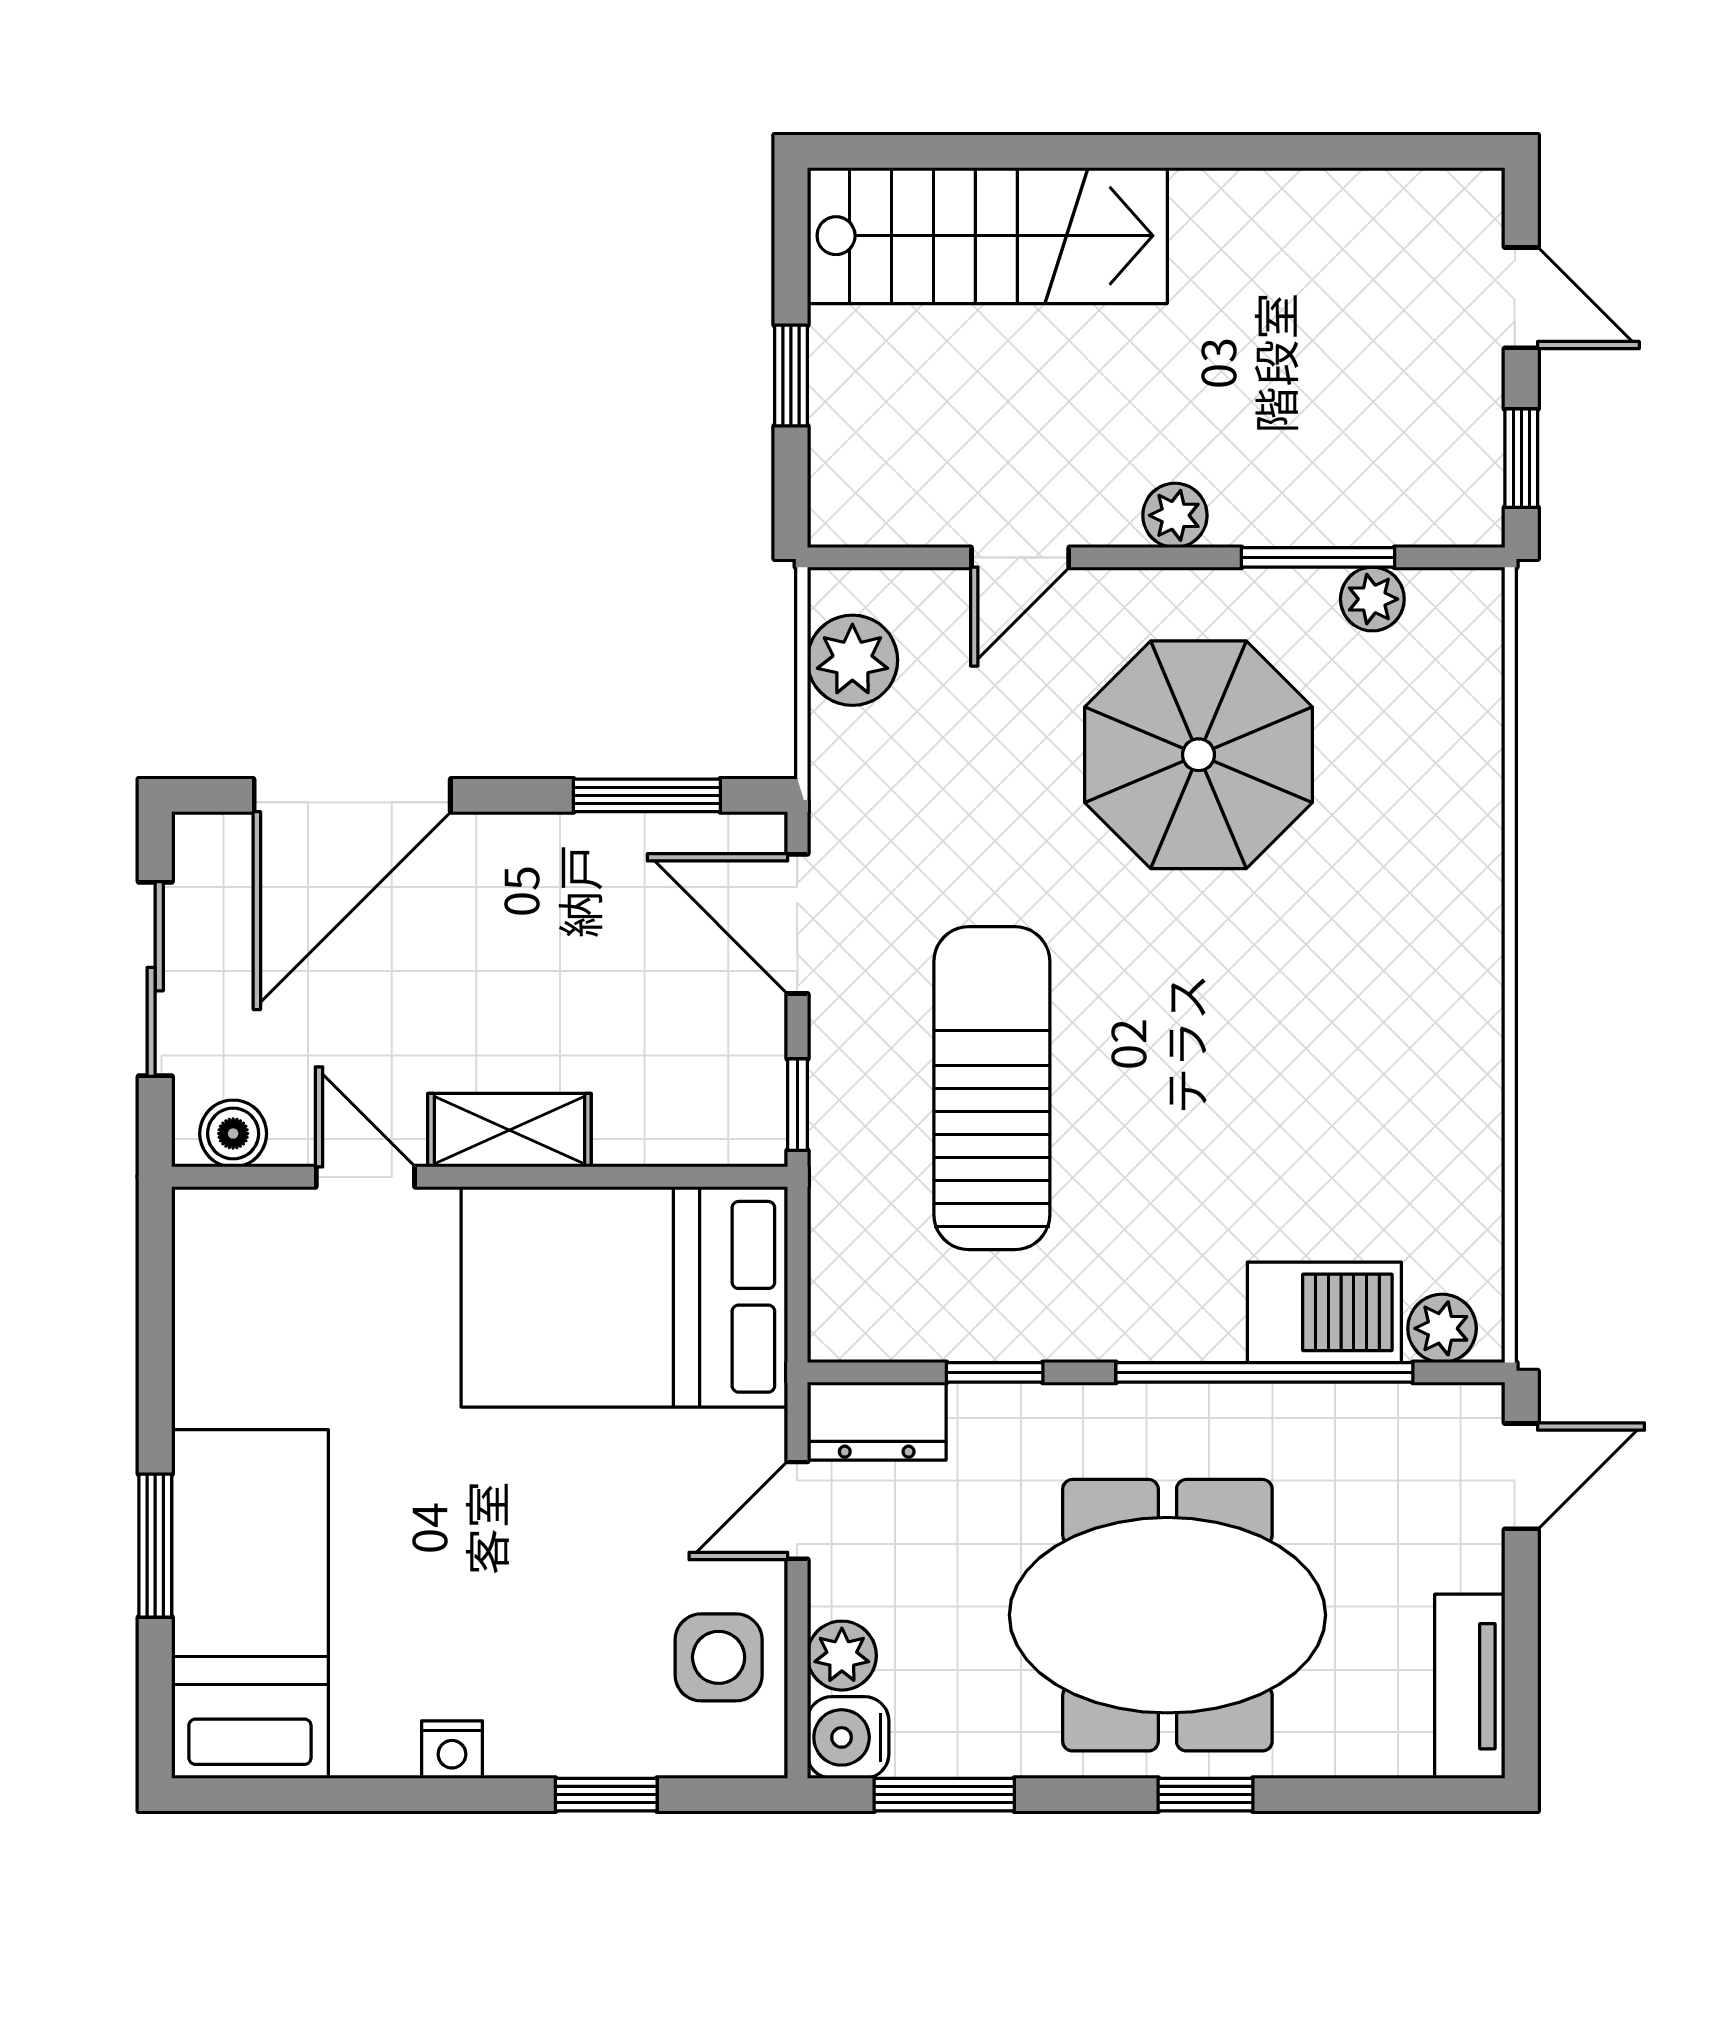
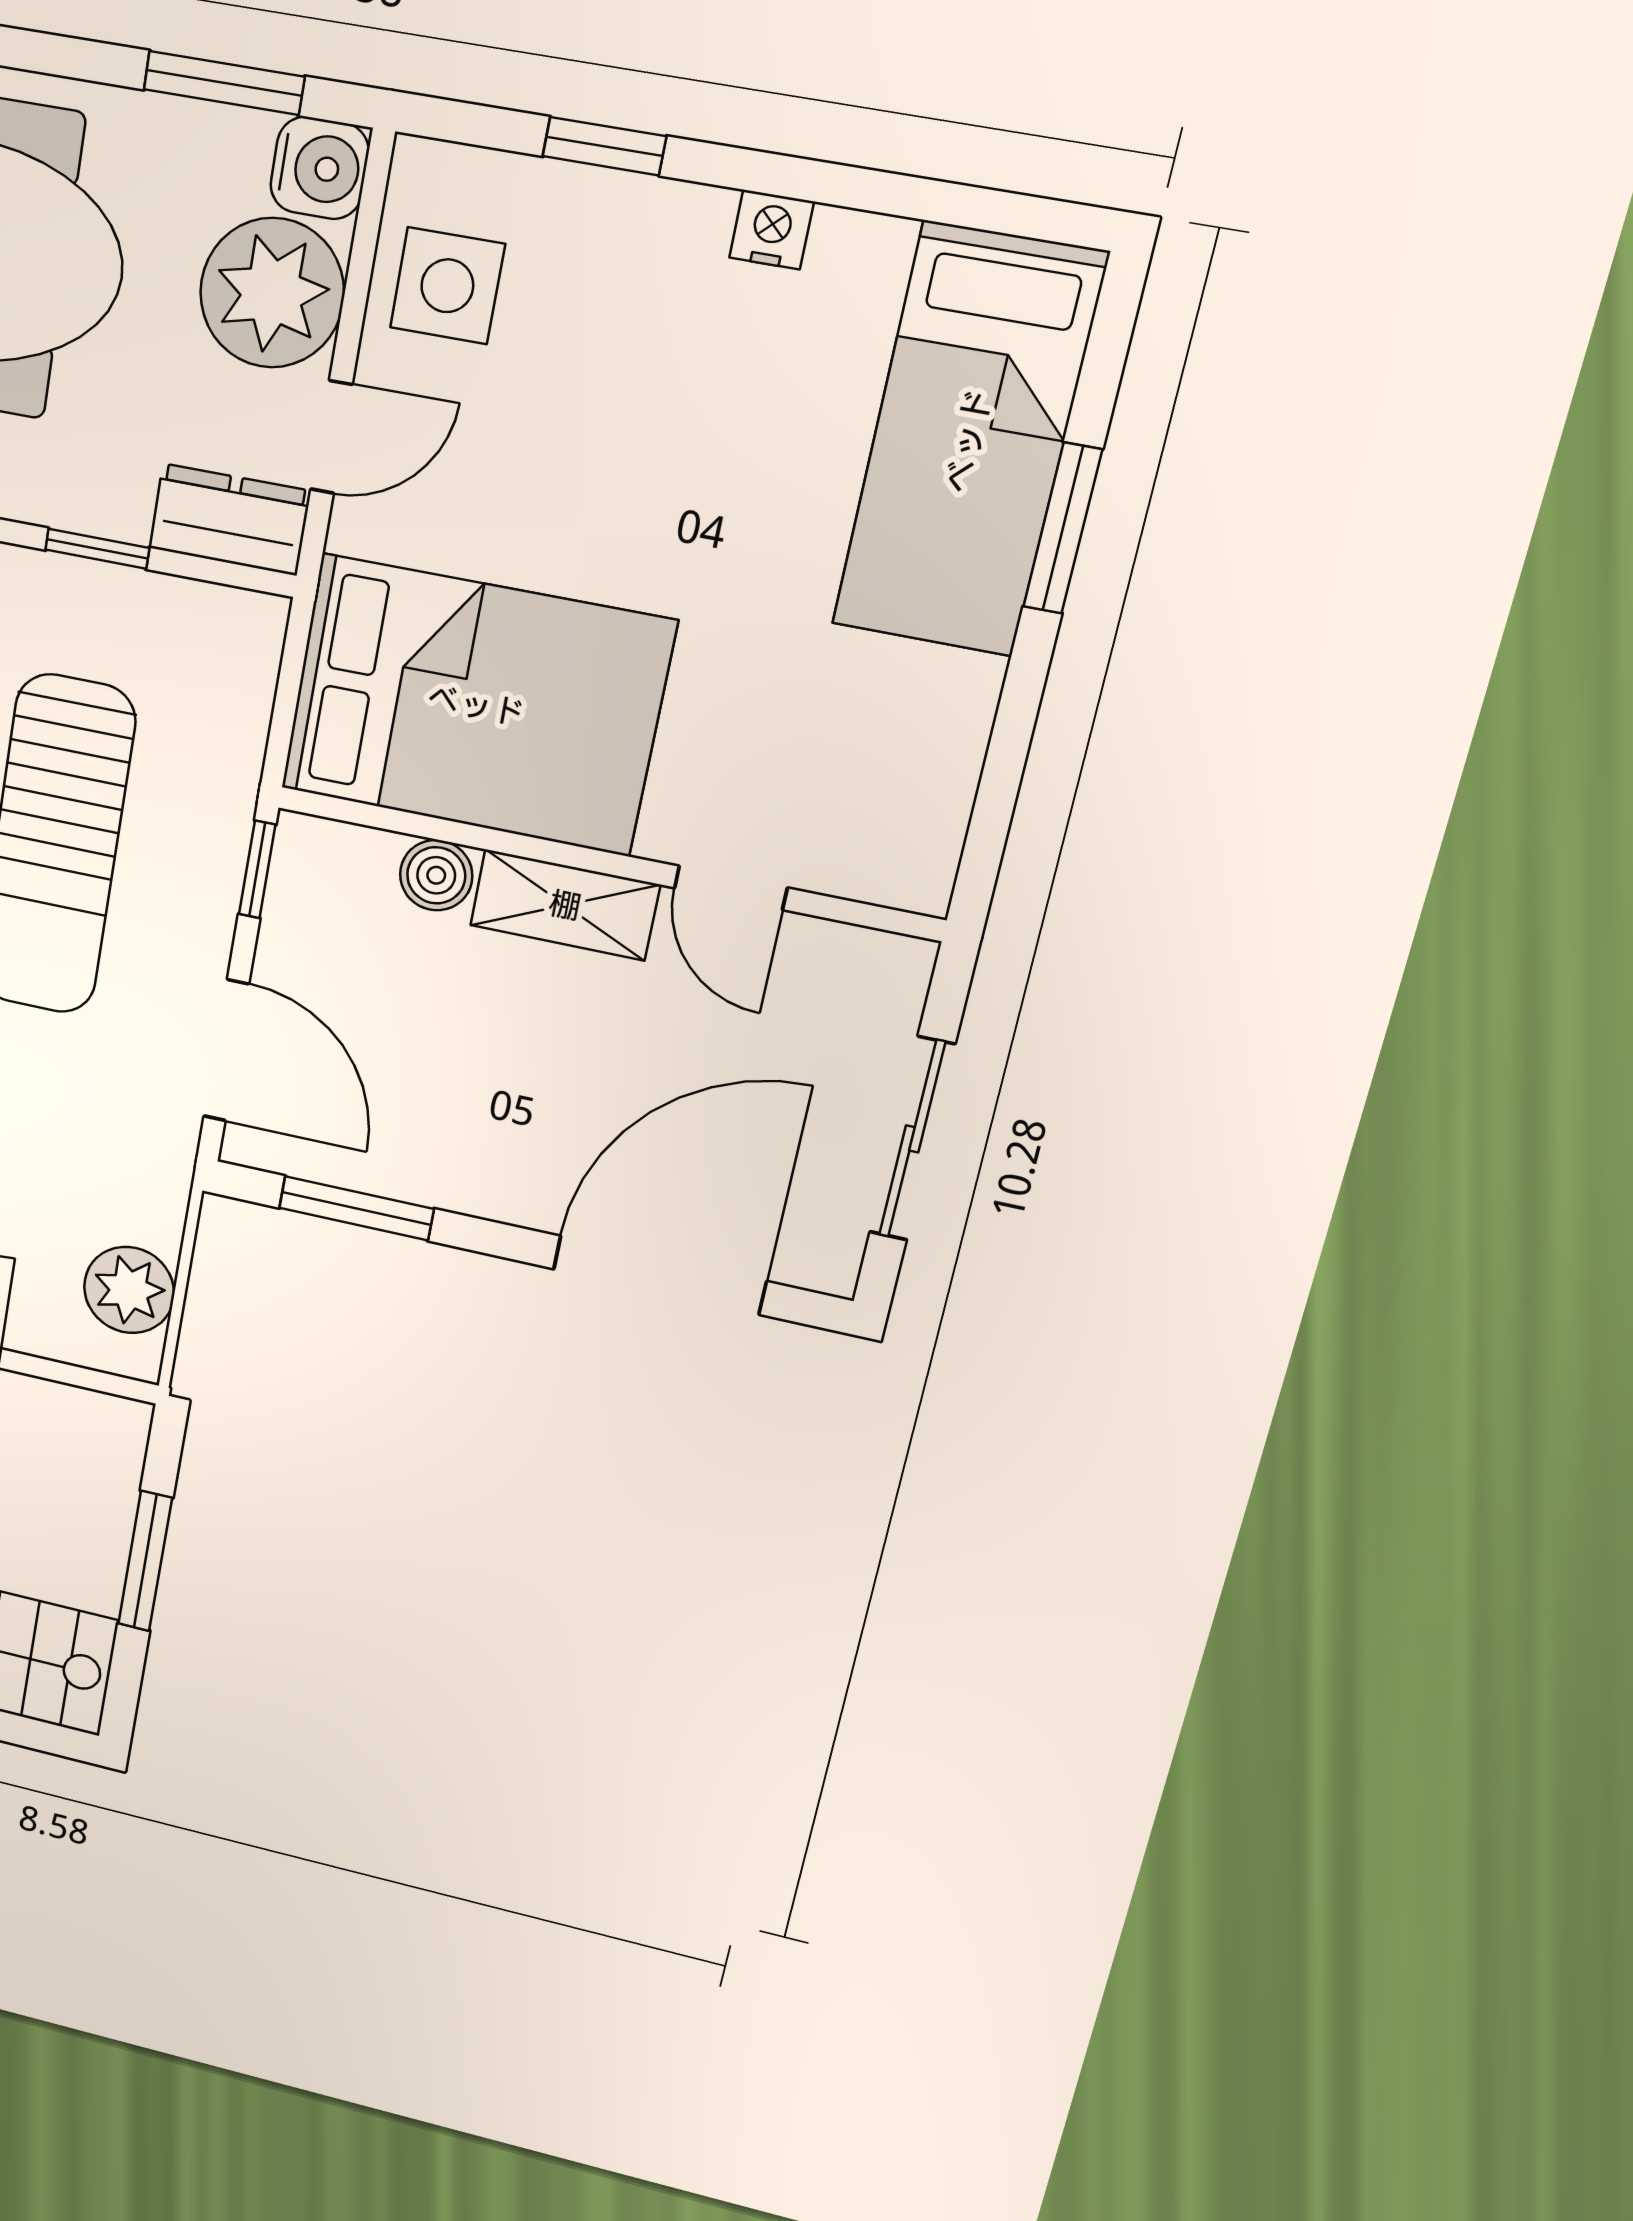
window: (791, 376) -> (145, 1561), width x1.50
boiler: (233, 1134) -> (436, 875), moved
plant: (842, 1656) -> (272, 293), width x1.87, depth x1.87

